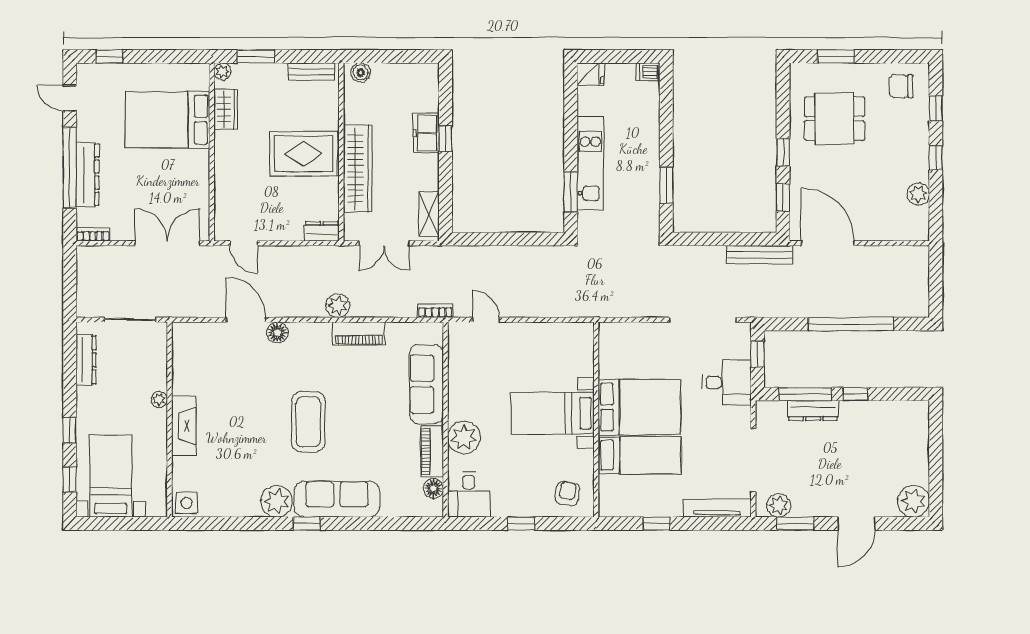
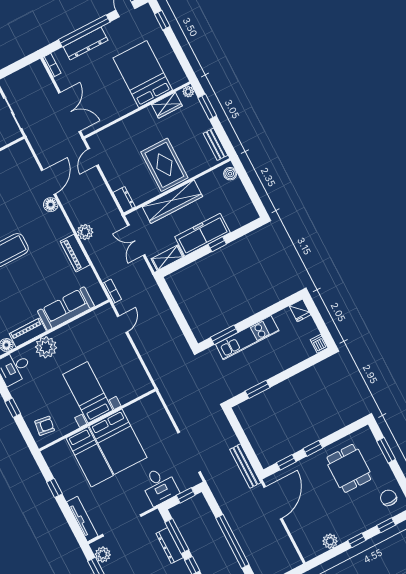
freezer: (426, 133) -> (203, 235), width x1.91, depth x1.26

